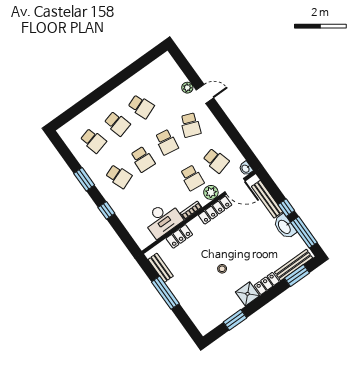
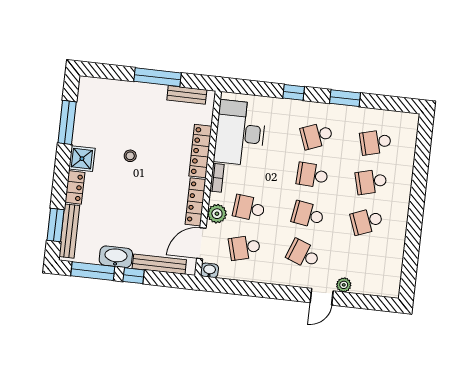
desk: (163, 219) -> (240, 133), width x1.36, depth x1.30
locker: (179, 236) -> (200, 151), width x1.53
window: (235, 320) -> (67, 122), width x1.44

